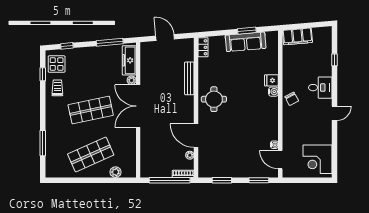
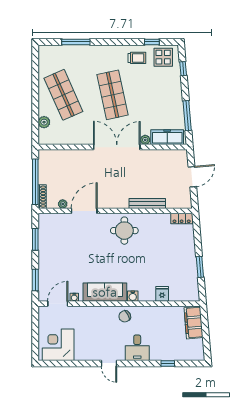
sofa: (246, 42) -> (105, 292), moved, turned 95
fridge: (271, 80) -> (162, 294), moved

